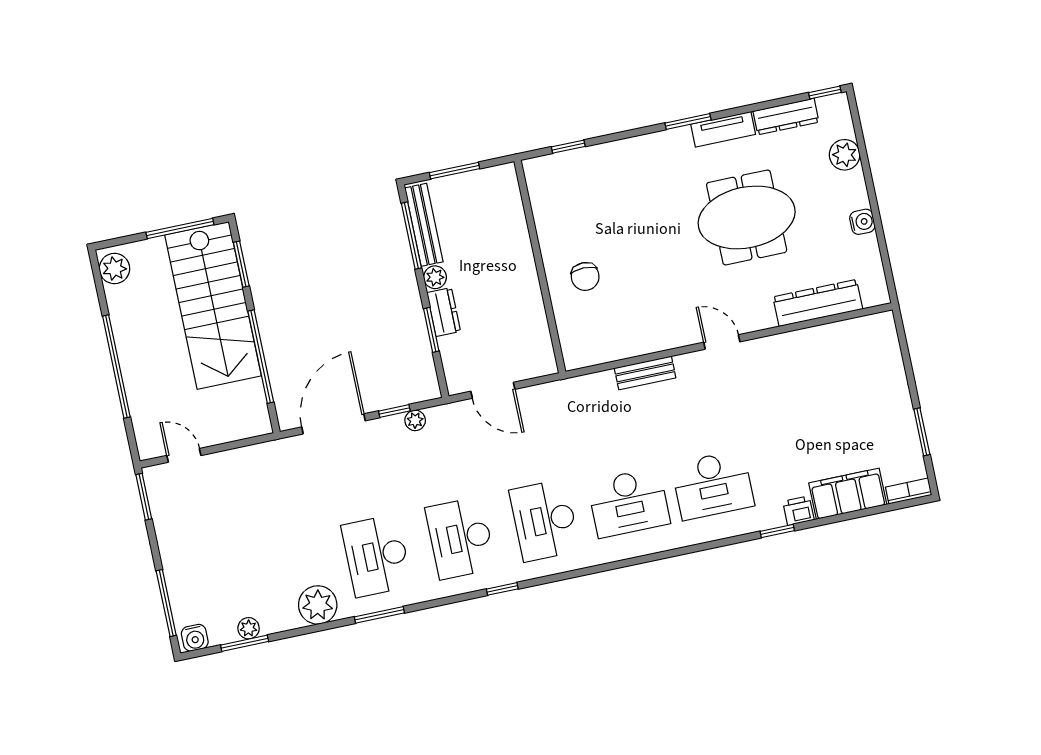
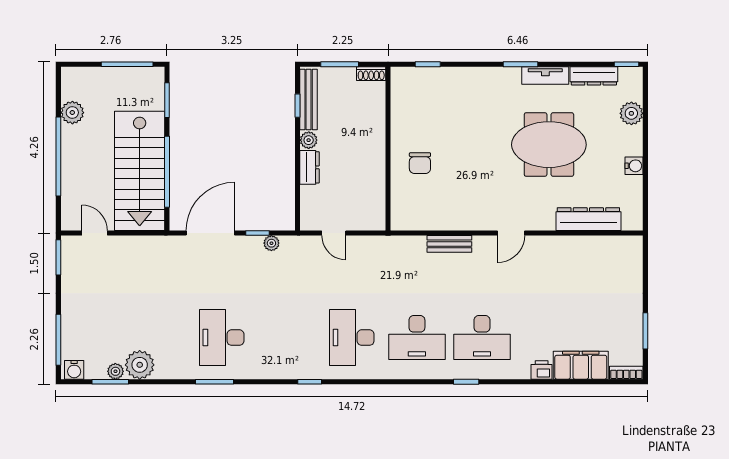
shoe rack: (498, 174) -> (371, 74), added
window: (411, 236) -> (298, 106), width x0.46
plant: (114, 269) -> (72, 113), moved
stairs: (213, 305) -> (140, 171), moved
window: (431, 330) -> (298, 179), removed
door: (722, 342) -> (511, 233), swing flipped
door: (493, 390) -> (334, 233), width x0.73
window: (777, 531) -> (466, 382), moved
desk: (461, 538) -> (287, 338), removed
plant: (318, 605) -> (140, 365), moved

